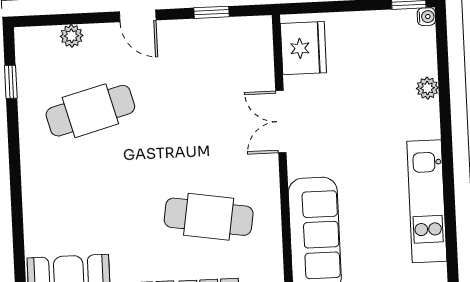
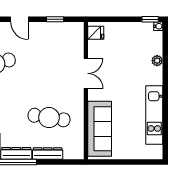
fridge: (303, 48) -> (96, 33), width x0.53, depth x0.75
double door: (281, 122) -> (86, 73), swing flipped

